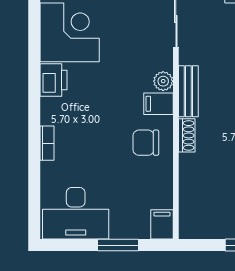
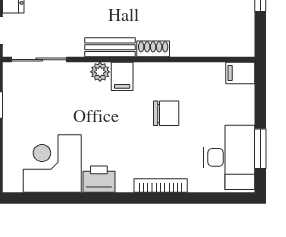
bookcase: (47, 143) -> (161, 185), width x1.56
chair: (146, 143) -> (166, 113), moved, turned -90
window: (118, 245) -> (260, 149), moved

